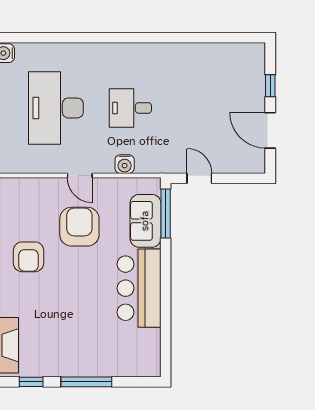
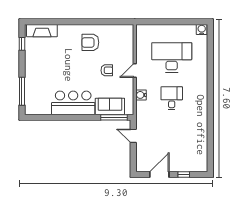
door: (199, 178) -> (133, 136), swing flipped
armchair: (79, 227) -> (107, 70), width x0.53, depth x0.53
window: (86, 382) -> (22, 91), moved

